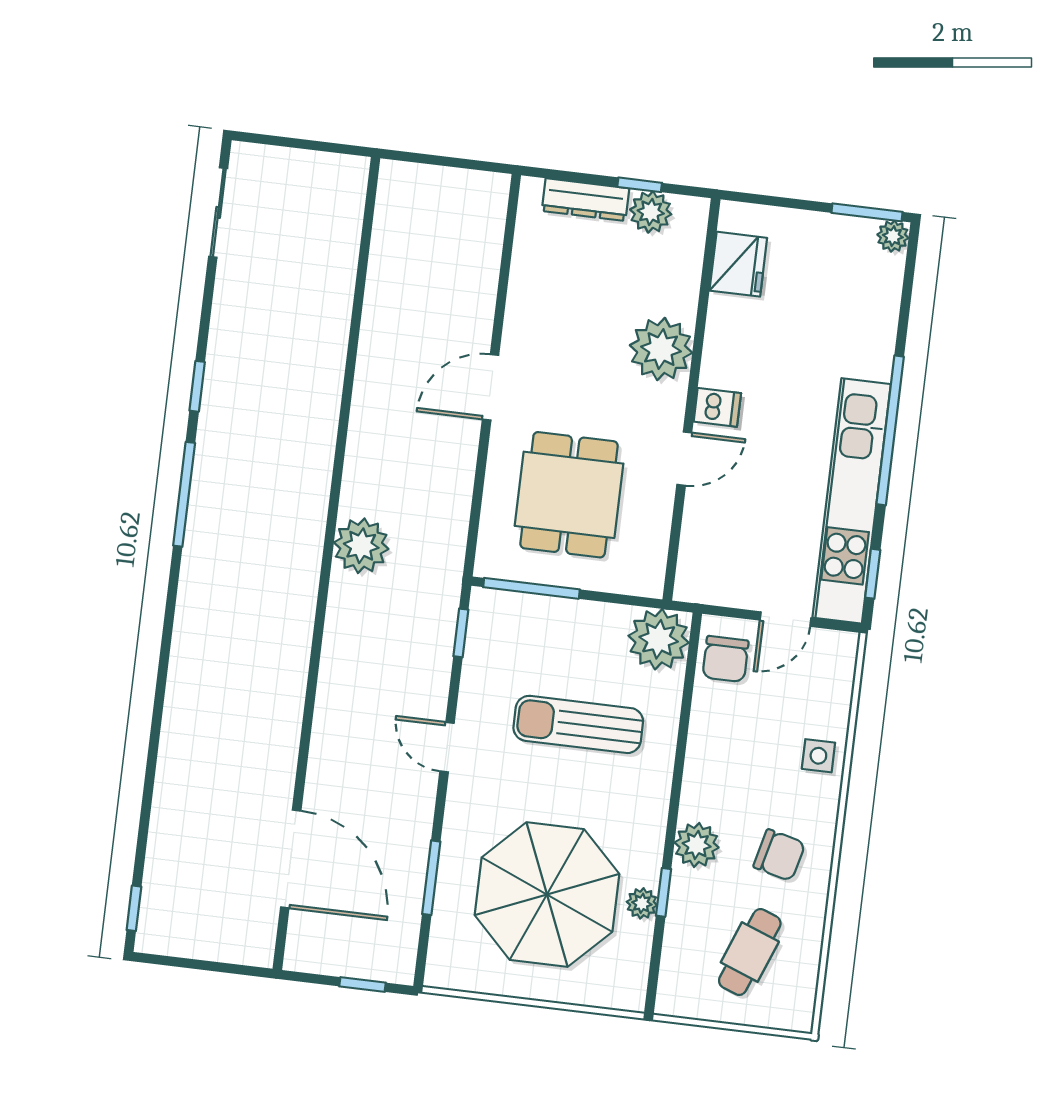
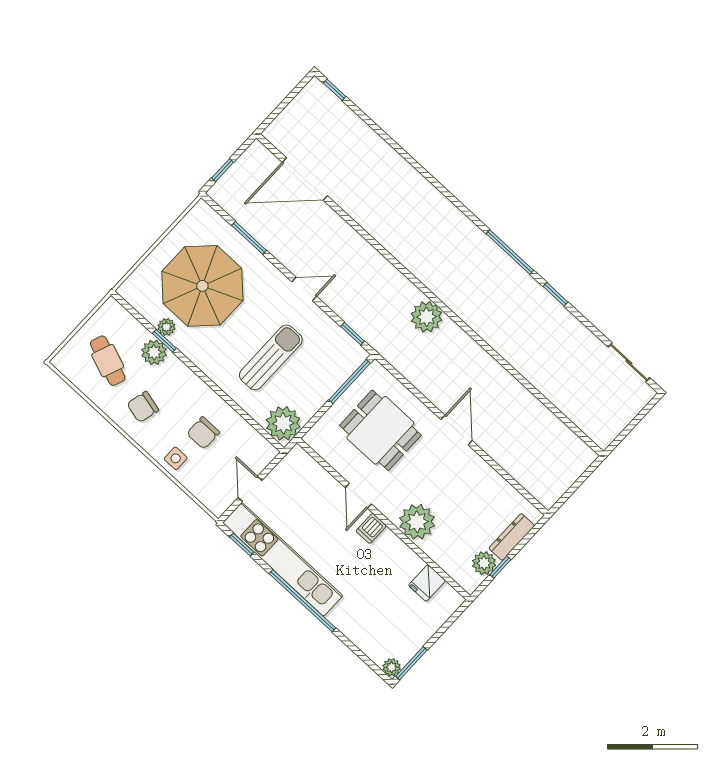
fridge: (738, 264) -> (427, 583), width x0.72
chair: (725, 659) -> (203, 433), moved, turned -90
plant: (697, 845) -> (154, 352), moved

